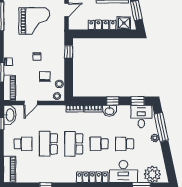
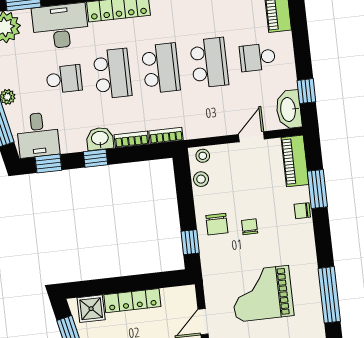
chair: (45, 77) -> (217, 224), moved
school desk: (99, 144) -> (112, 74), width x1.85

